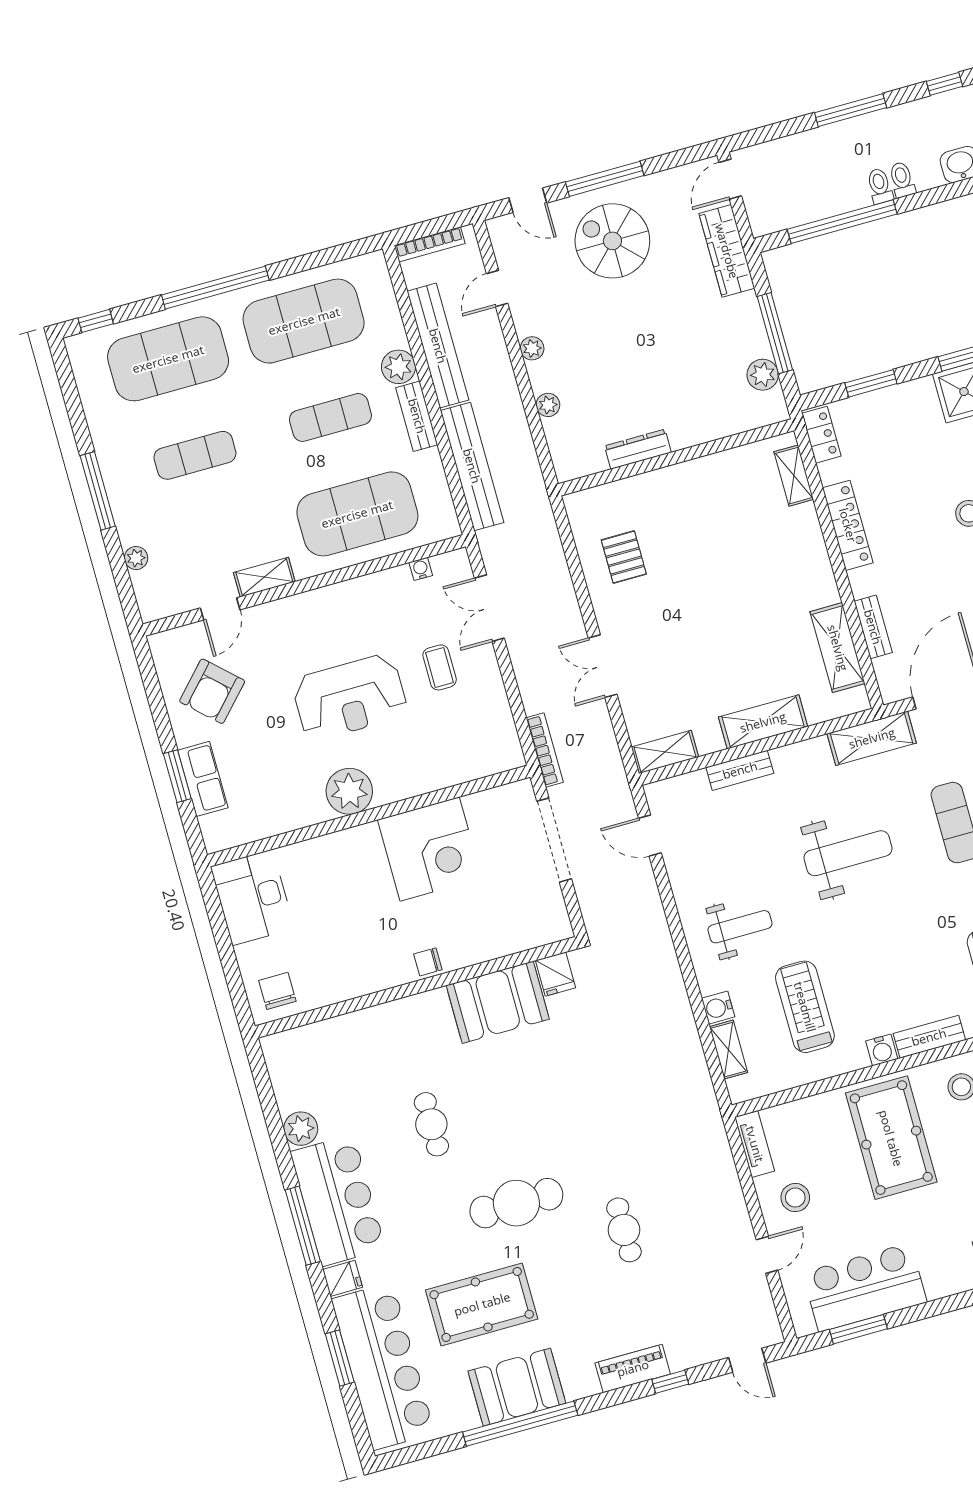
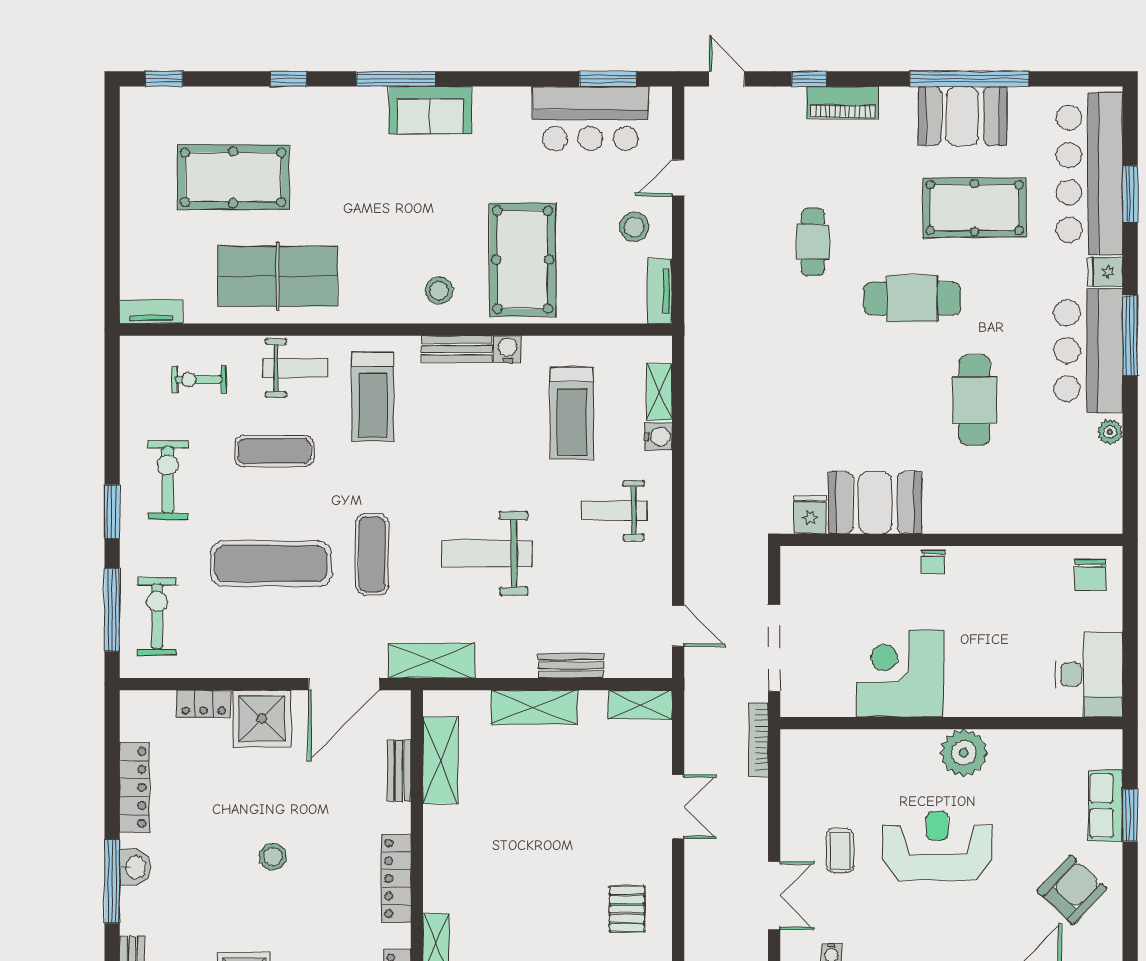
chair: (428, 962) -> (933, 562), turned 90
cafe table: (431, 1124) -> (975, 400), width x1.37, depth x1.35
plant: (301, 1129) -> (1110, 432), width x0.73, depth x0.73

